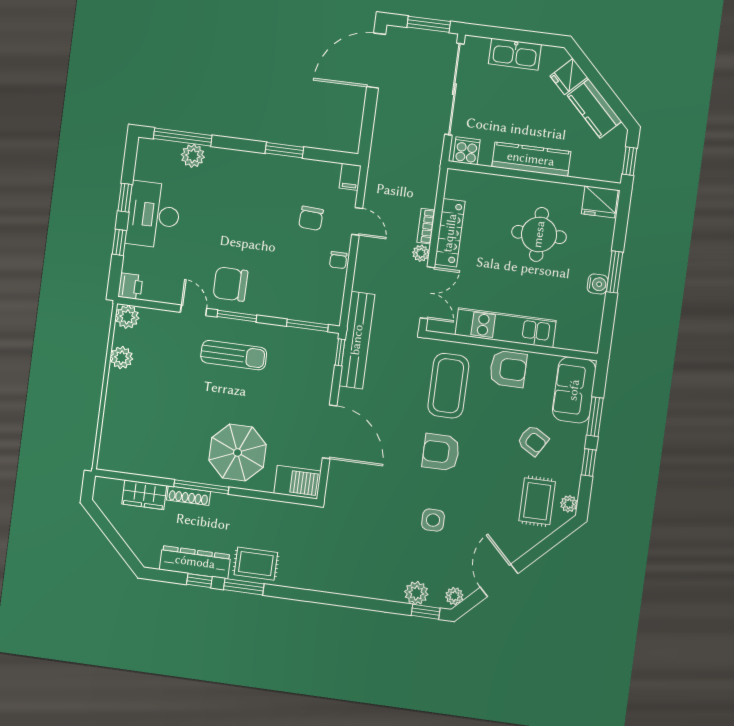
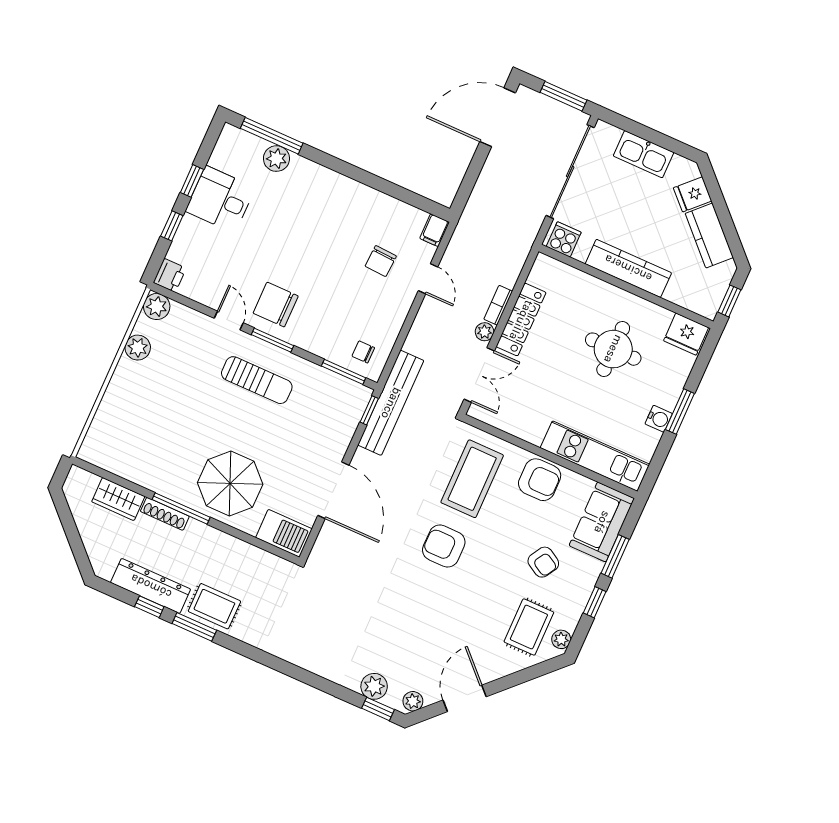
window: (284, 150) -> (374, 182), removed
desk: (153, 215) -> (220, 199), width x0.73
chair: (338, 260) -> (363, 352), moved, turned 90
kitchen unit: (506, 328) -> (595, 456), moved
side table: (433, 520) -> (414, 615), removed

